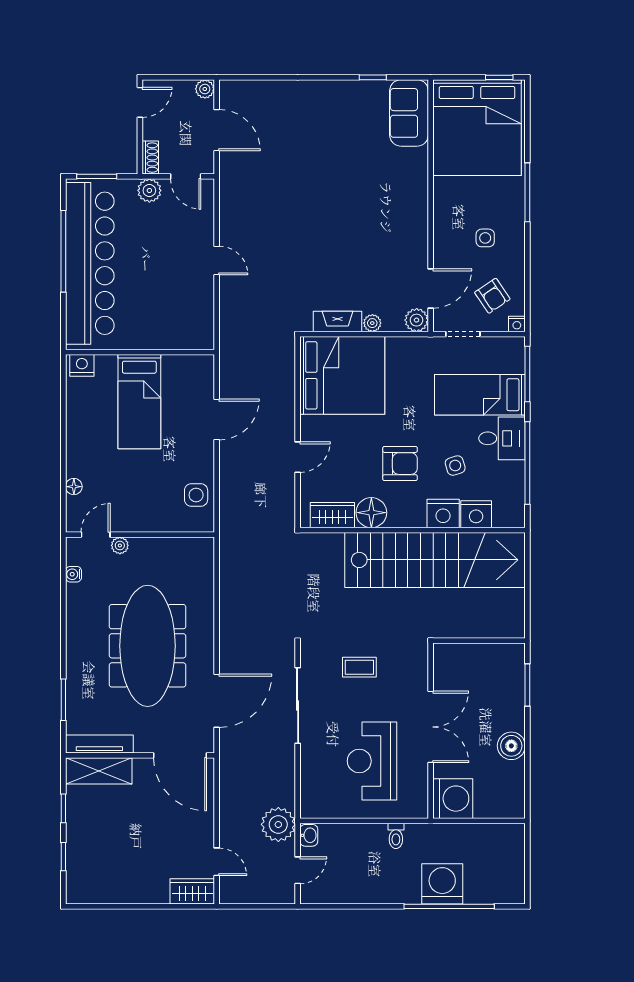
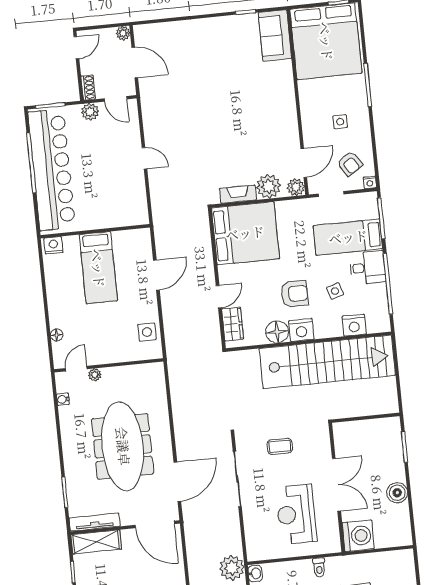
plant: (372, 323) -> (269, 186), width x1.88, depth x1.88
nightstand: (443, 513) -> (301, 330), moved
wardrobe: (332, 515) -> (233, 324), moved, turned 90

